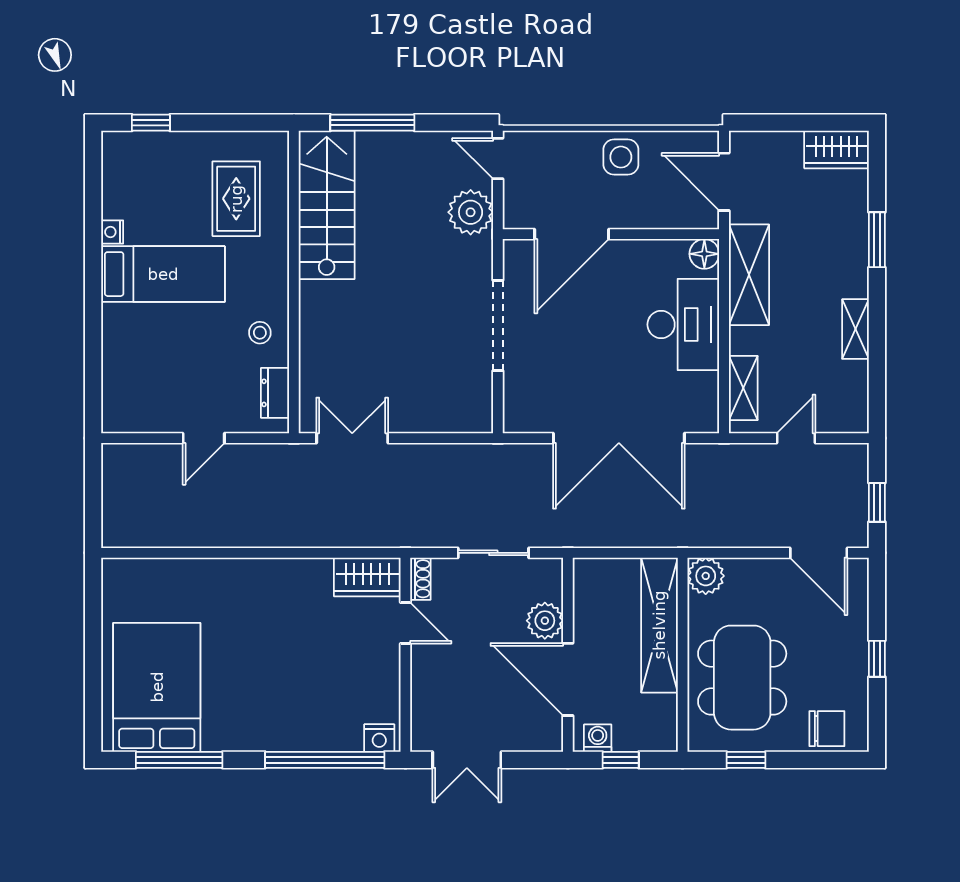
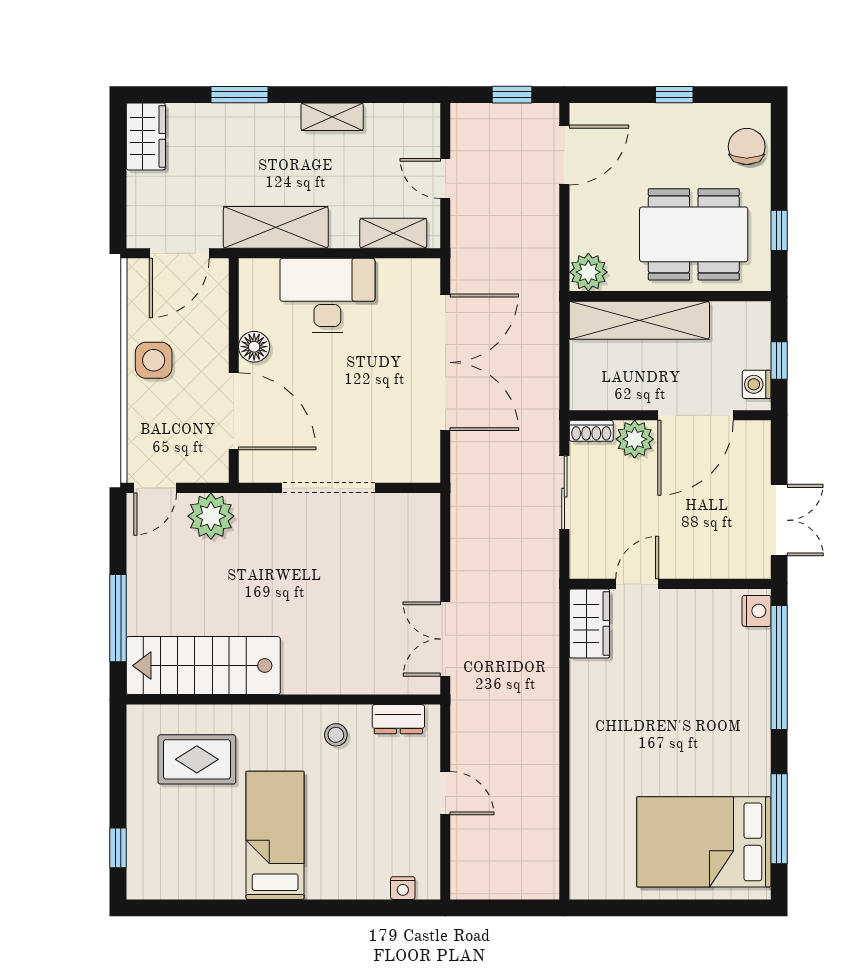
nightstand: (112, 232) -> (403, 888), moved
floor lamp: (704, 254) -> (254, 347), moved
shoe rack: (420, 579) -> (591, 431), moved, turned 180

